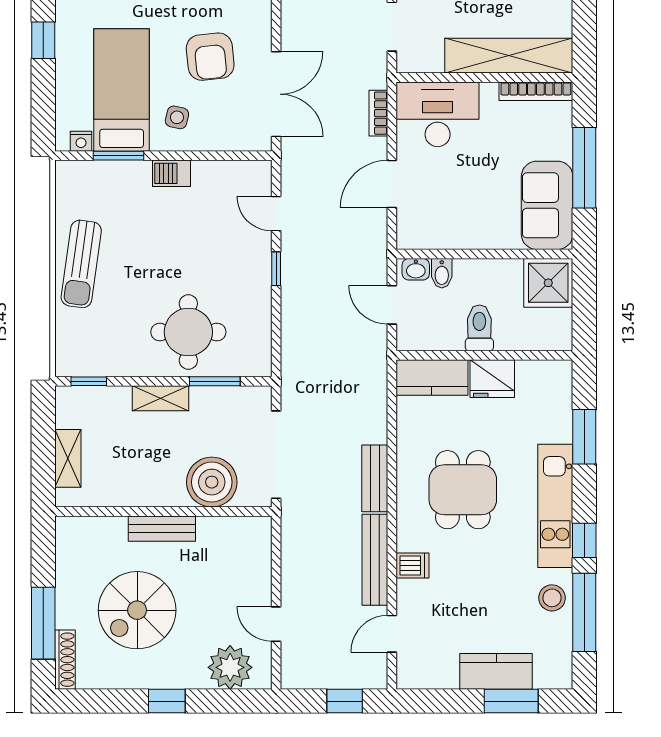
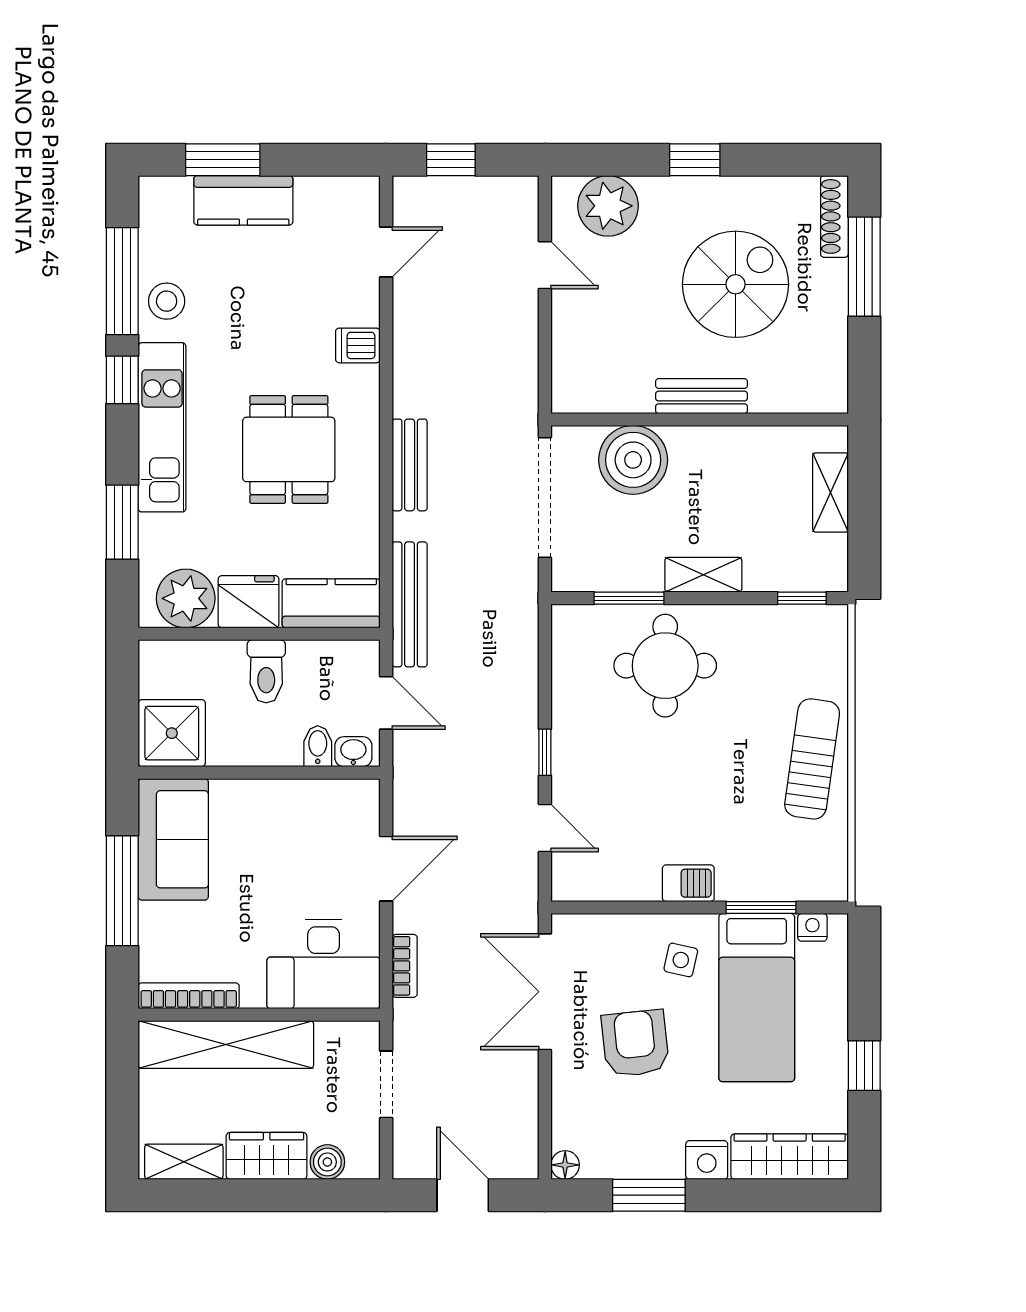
plant: (538, 381) -> (186, 598), added
bench: (375, 560) -> (410, 604), moved

